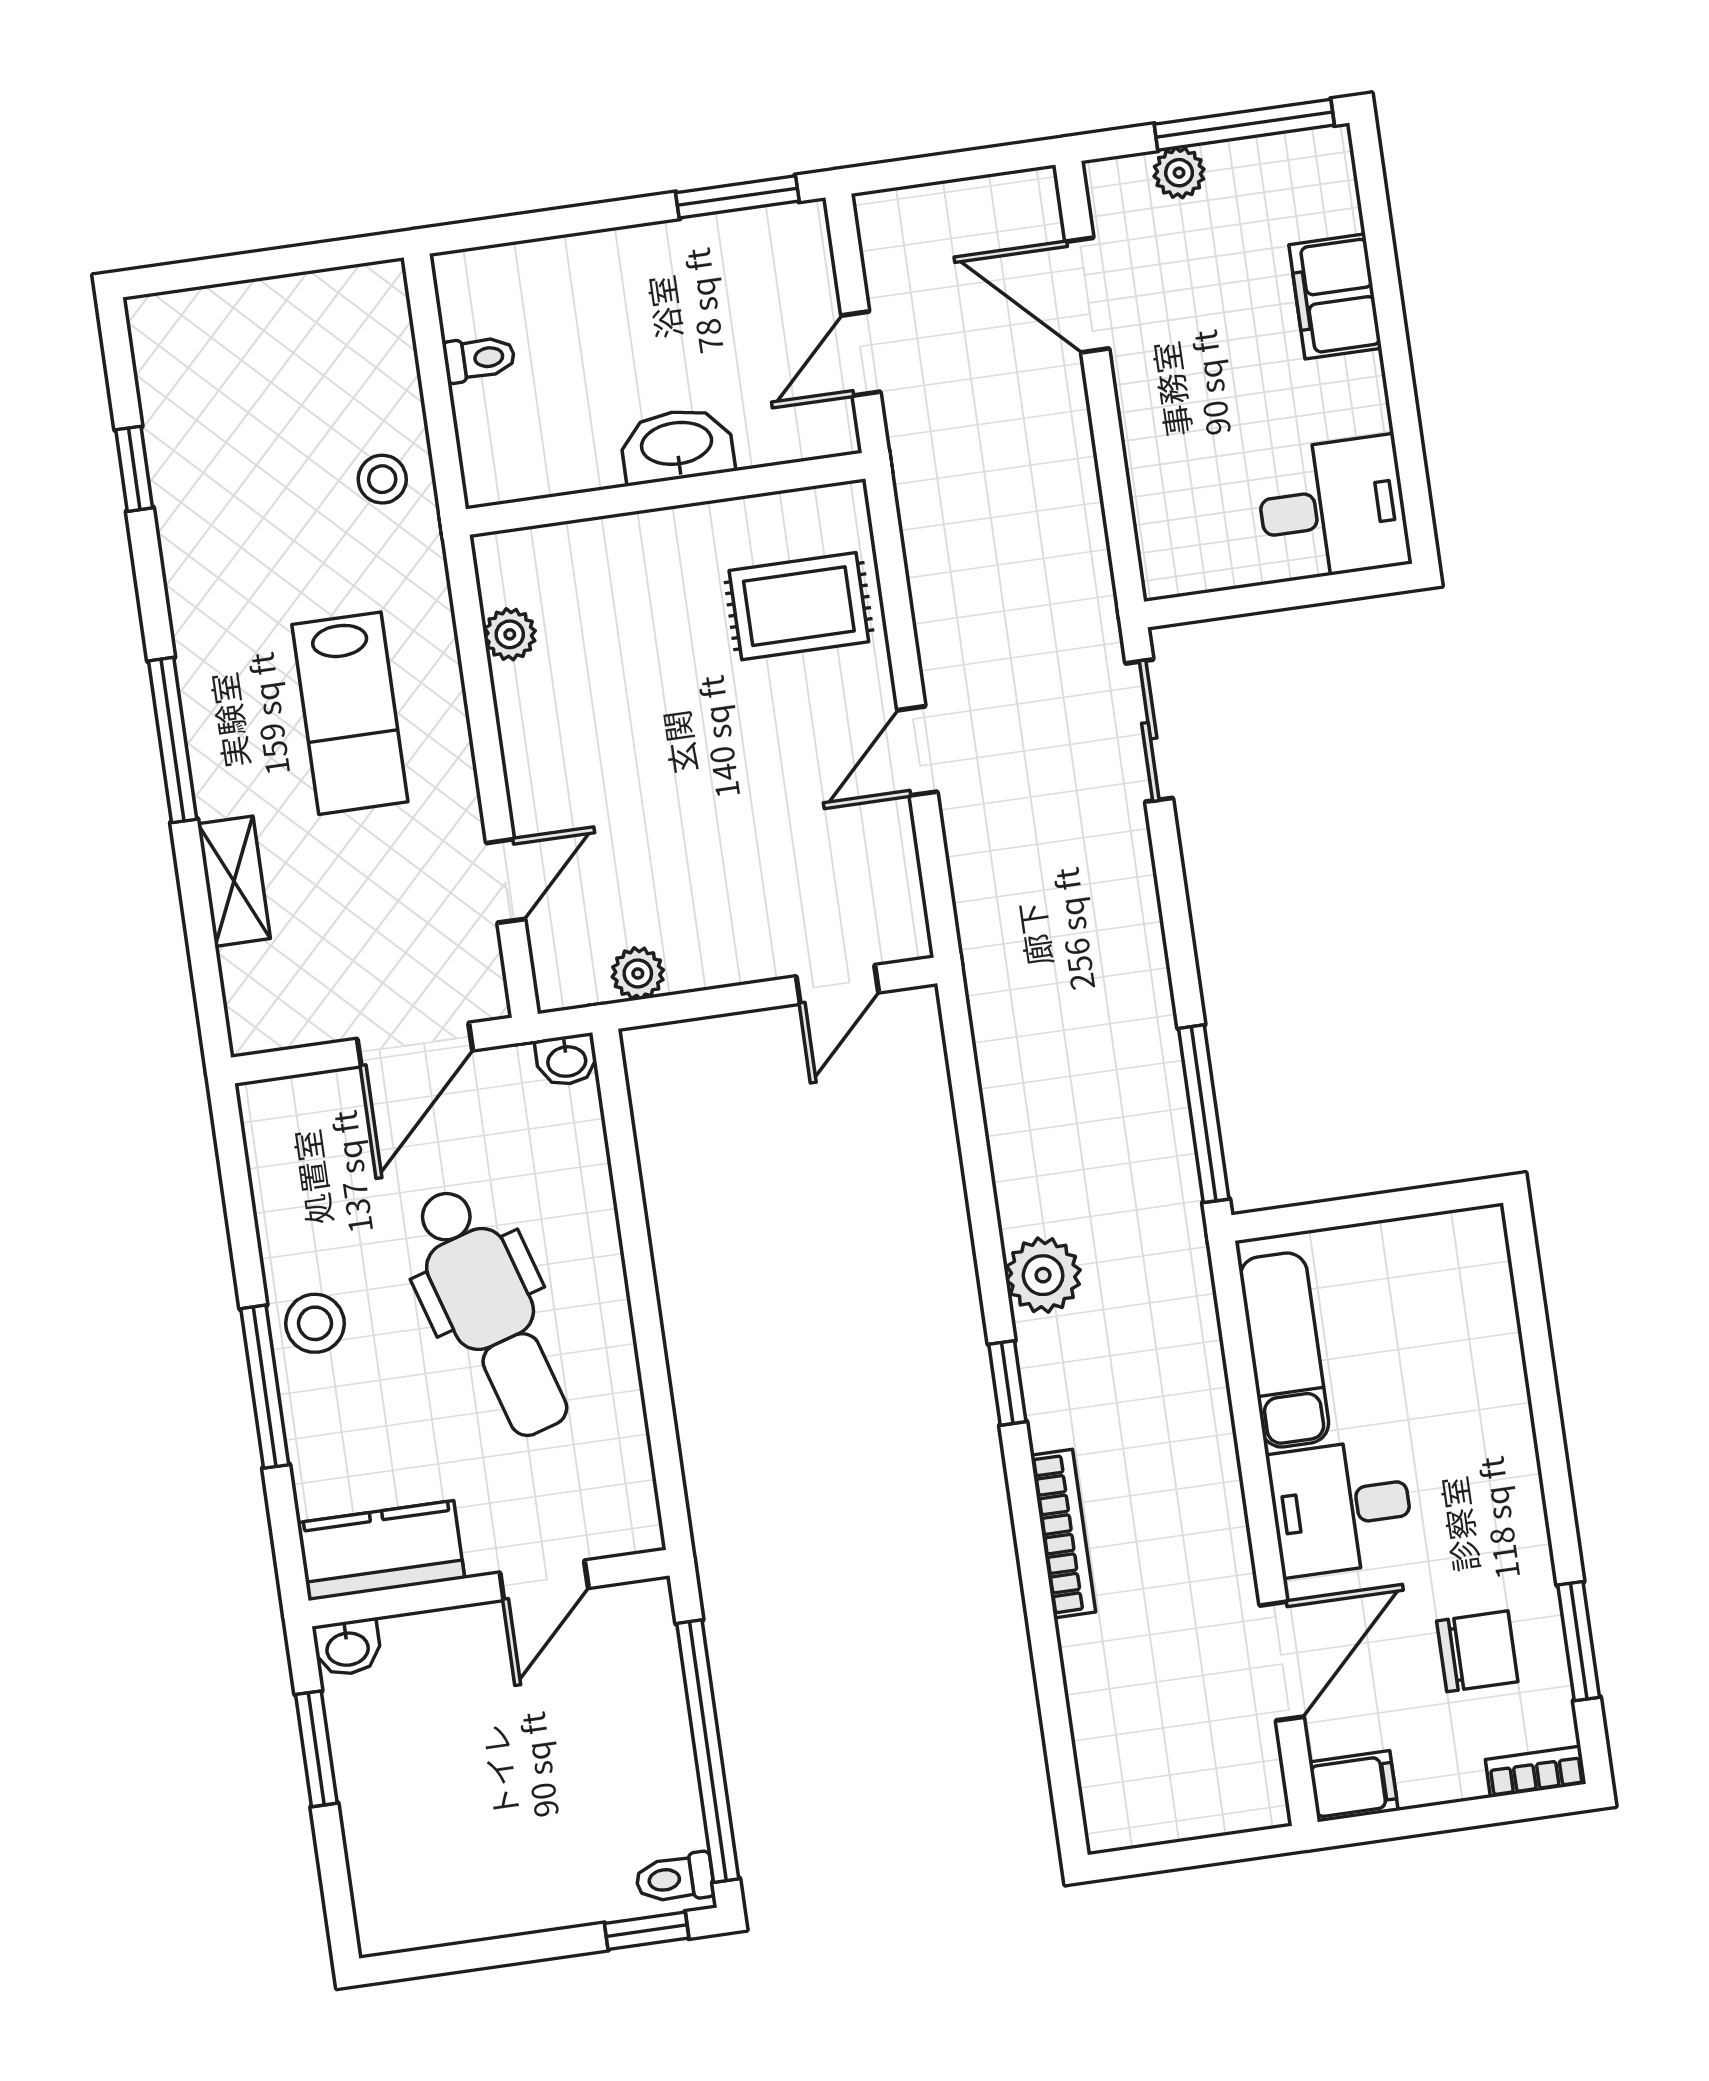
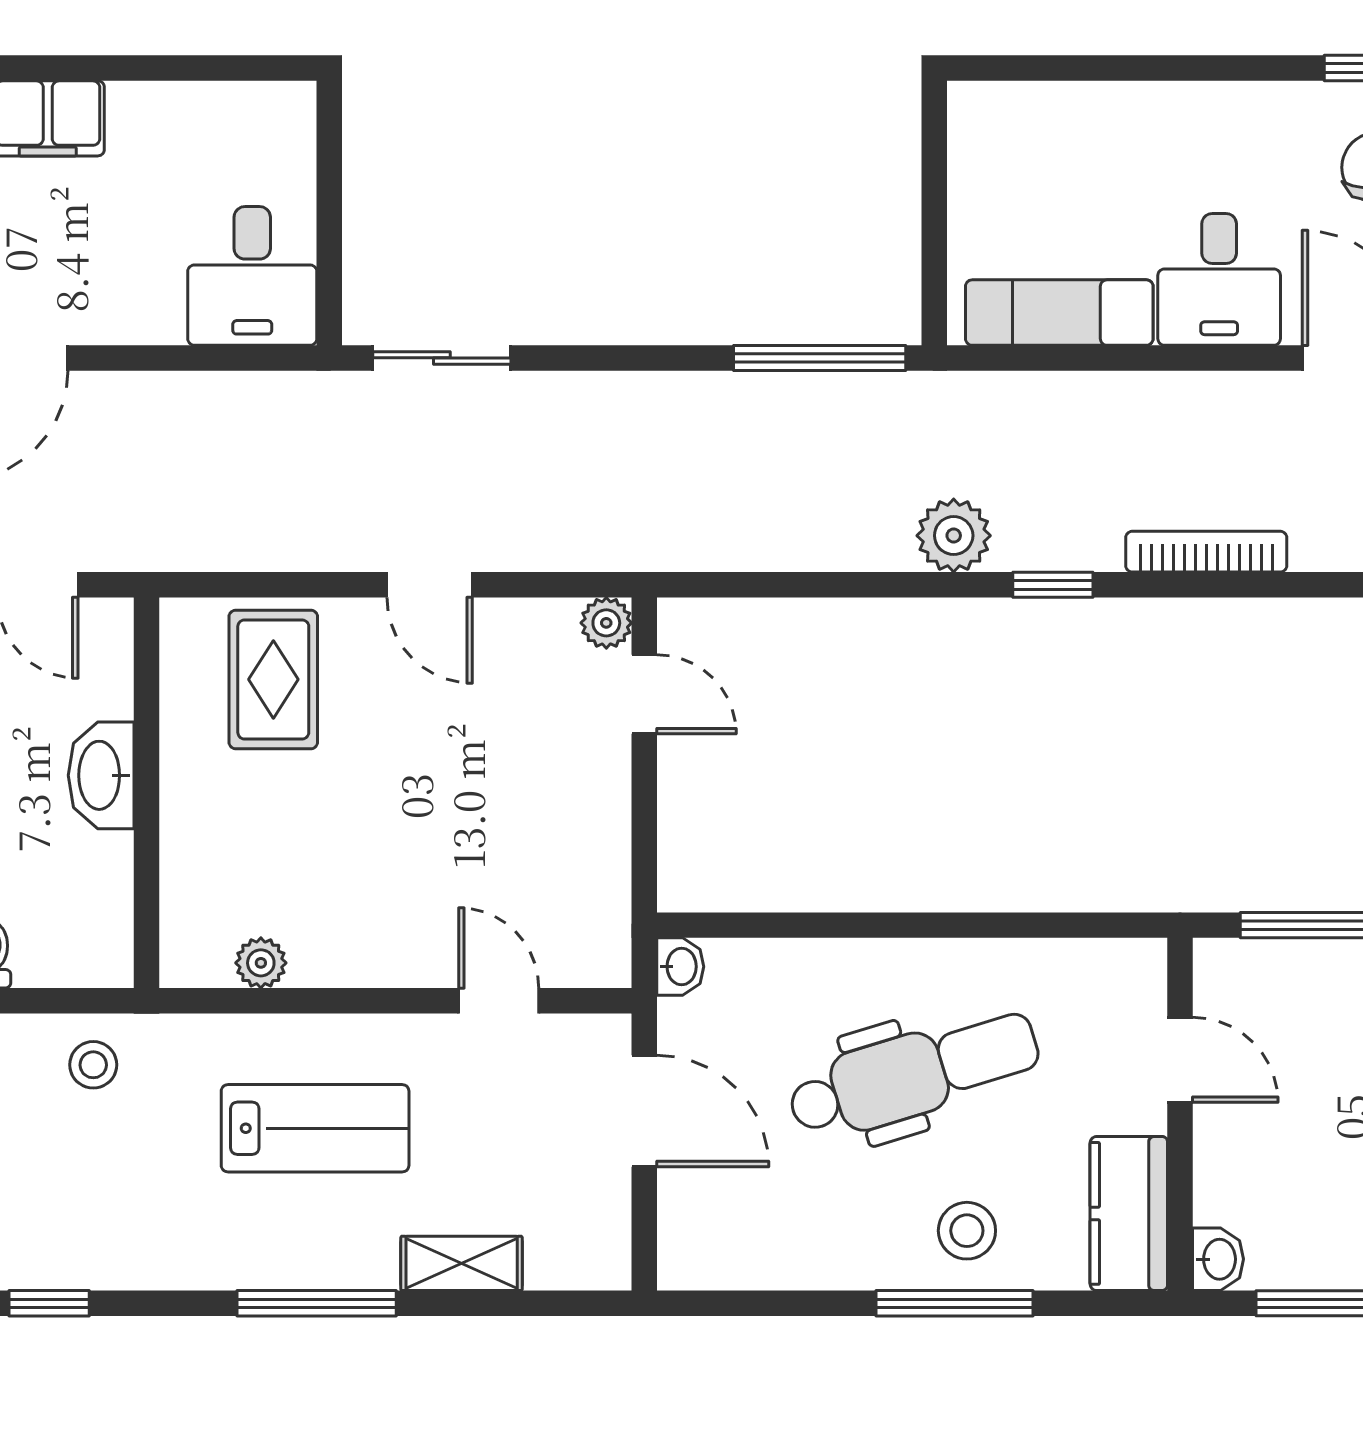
desk: (1333, 508) -> (252, 276), moved, turned 180
plant: (638, 973) -> (606, 623), moved
stool: (315, 1323) -> (967, 1231), moved

